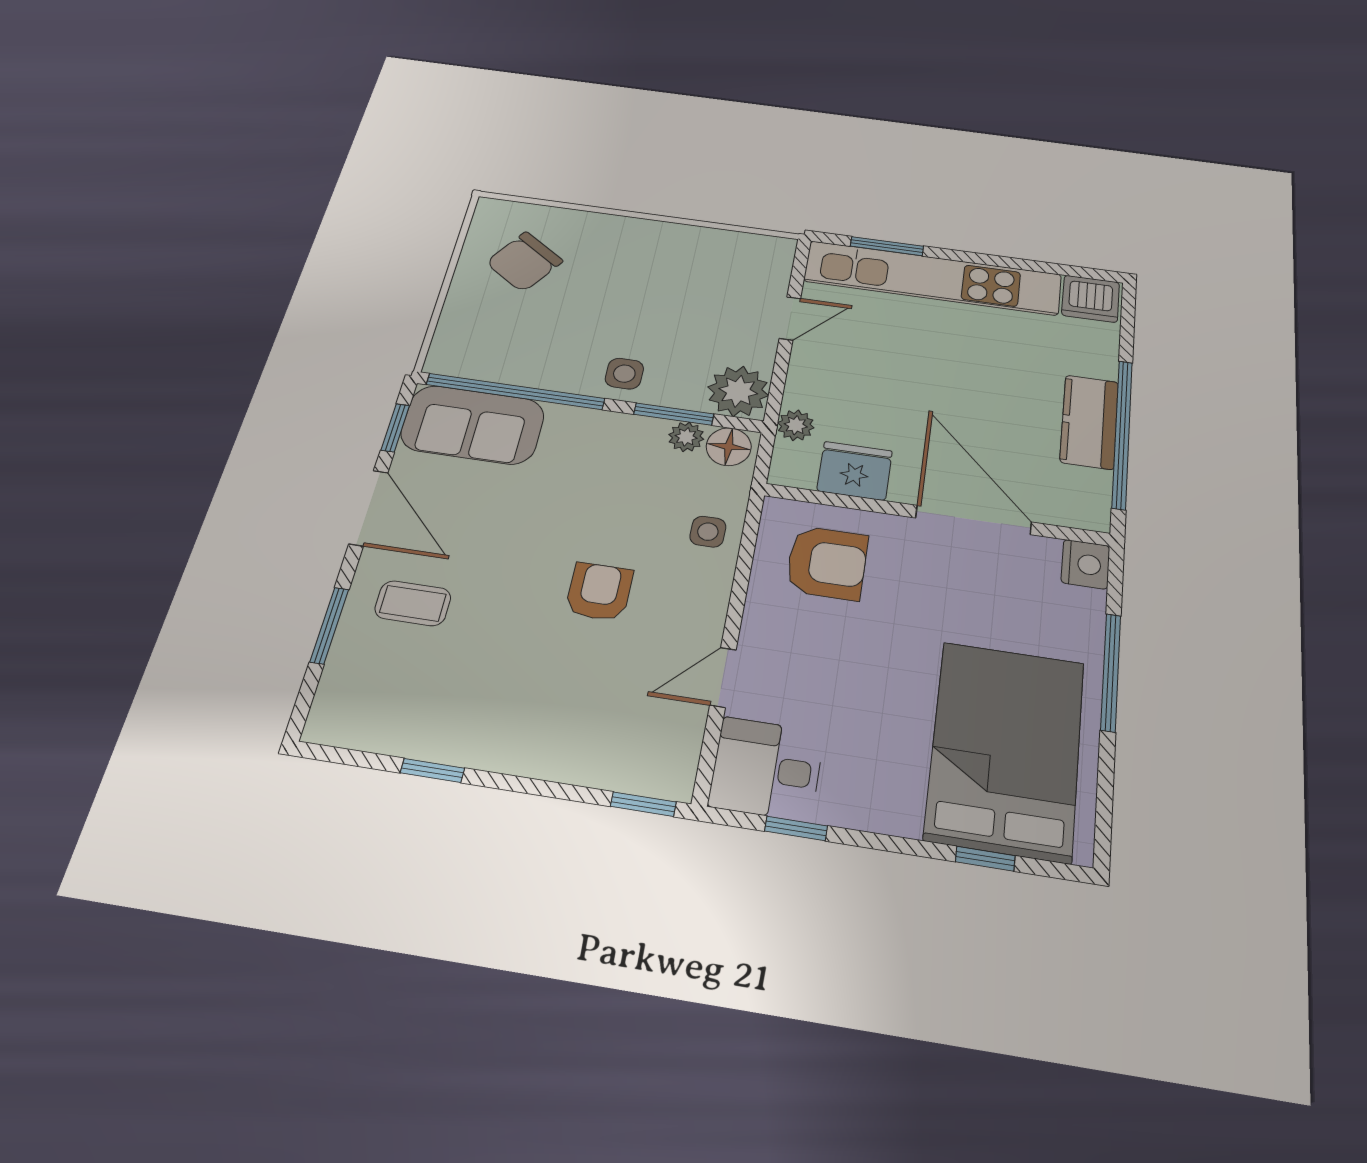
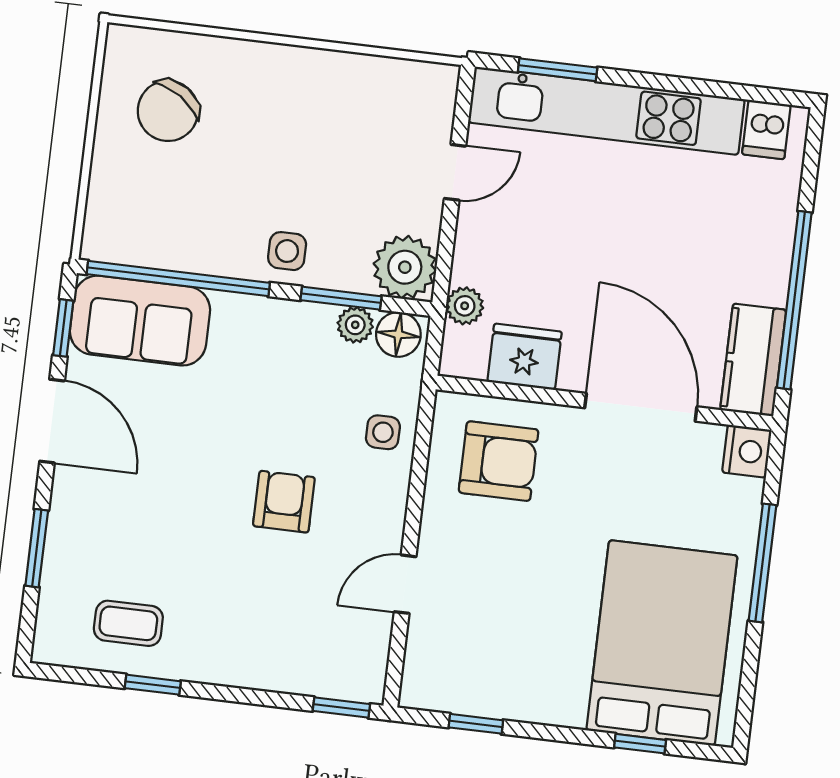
dishwasher: (1091, 299) -> (766, 130), width x0.73
kitchen counter: (1089, 422) -> (753, 360), moved
coffee table: (413, 603) -> (128, 623), moved
desk: (767, 769) -> (448, 670), removed

